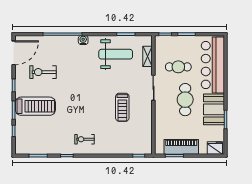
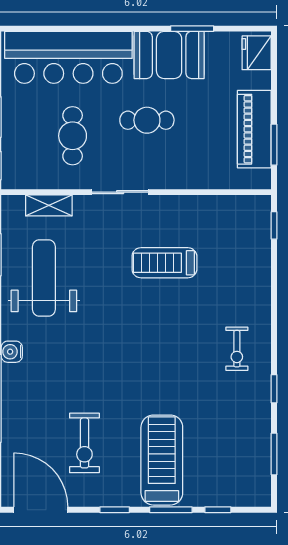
cafe table: (185, 100) -> (147, 120), width x0.73, depth x0.74
treadmill: (122, 107) -> (164, 263), turned 180

